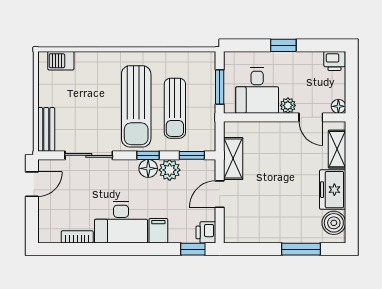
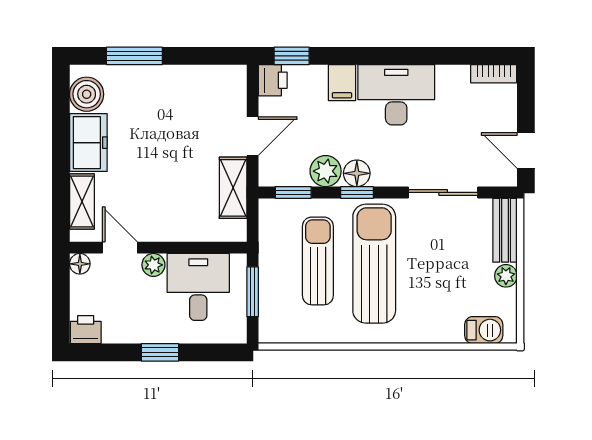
plant: (46, 98) -> (506, 276), added
door: (32, 184) -> (526, 151), hinge flipped
bookcase: (77, 237) -> (494, 74), moved

